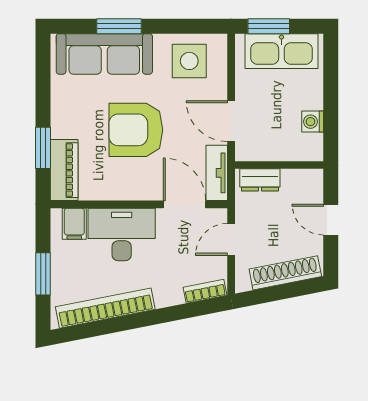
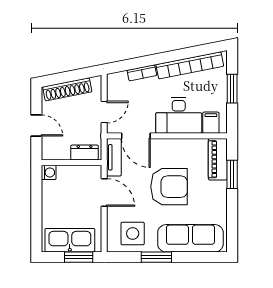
window: (119, 26) -> (156, 257), moved
washing machine: (313, 122) -> (49, 172), moved
bookcase: (205, 291) -> (142, 73), moved

